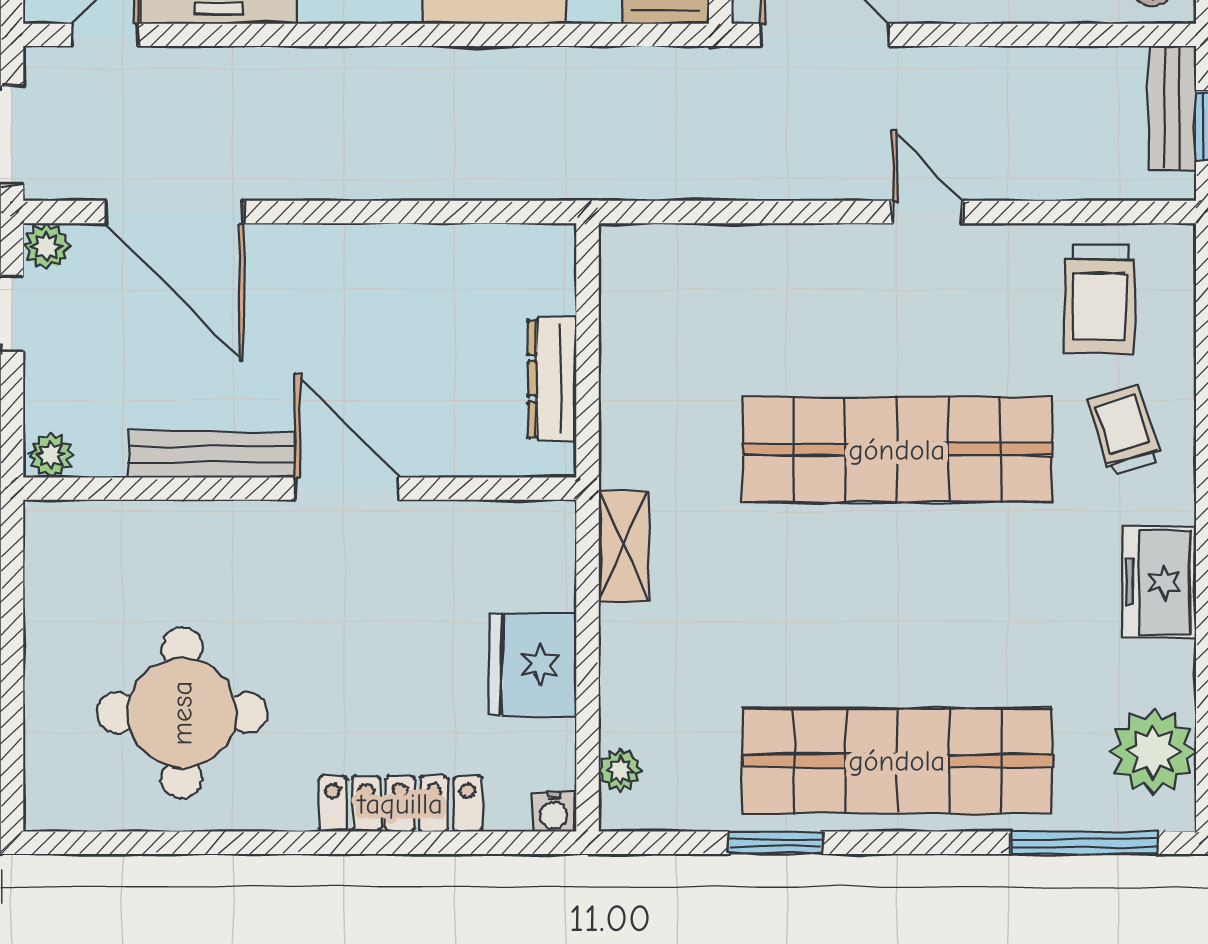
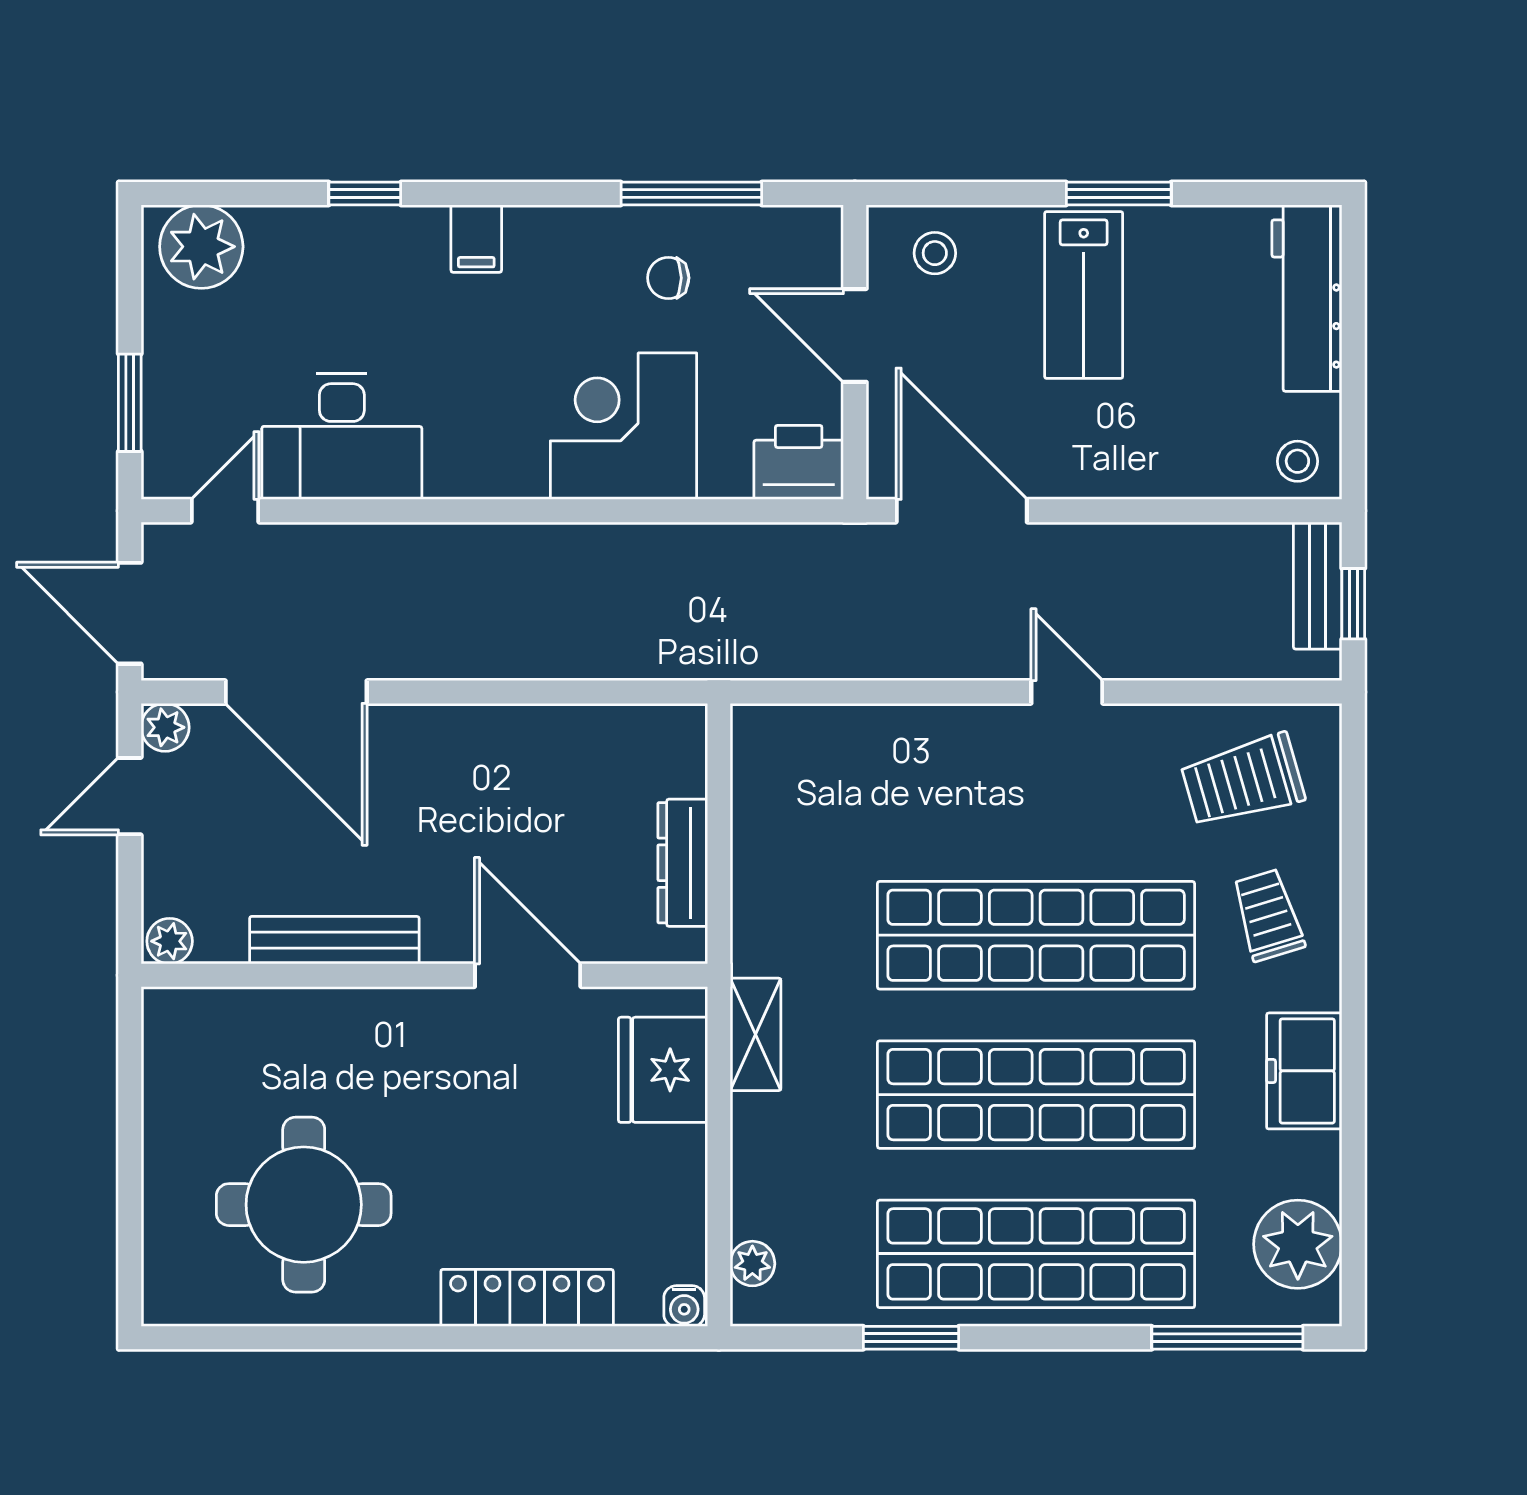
trolley: (1099, 299) -> (1243, 781), turned 73
door: (347, 489) -> (528, 975), moved
shop shelf: (897, 605) -> (1036, 1095), added
fridge: (533, 665) -> (663, 1070), moved

